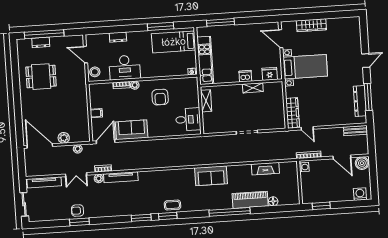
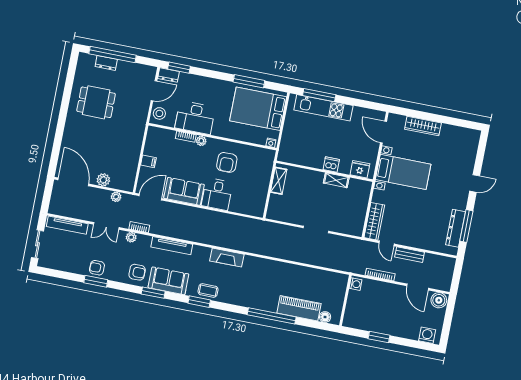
window: (101, 30) -> (179, 68), added
dresser: (118, 37) -> (168, 75), moved
bed: (174, 42) -> (258, 109), width x1.50
door: (85, 55) -> (154, 91), swing flipped
kitchen unit: (205, 60) -> (323, 108), moved, turned 90
desk: (188, 119) -> (217, 194), moved, turned 90
bench: (355, 131) -> (410, 255), moved
washing machine: (304, 167) -> (355, 284), moved
fireplace: (265, 169) -> (227, 258), moved
sofa: (211, 176) -> (168, 281), moved, turned 180
tv unit: (121, 177) -> (172, 246), moved
wall: (300, 182) -> (345, 300), moved
armchair: (111, 206) -> (137, 272), added
window: (141, 218) -> (153, 293), moved

